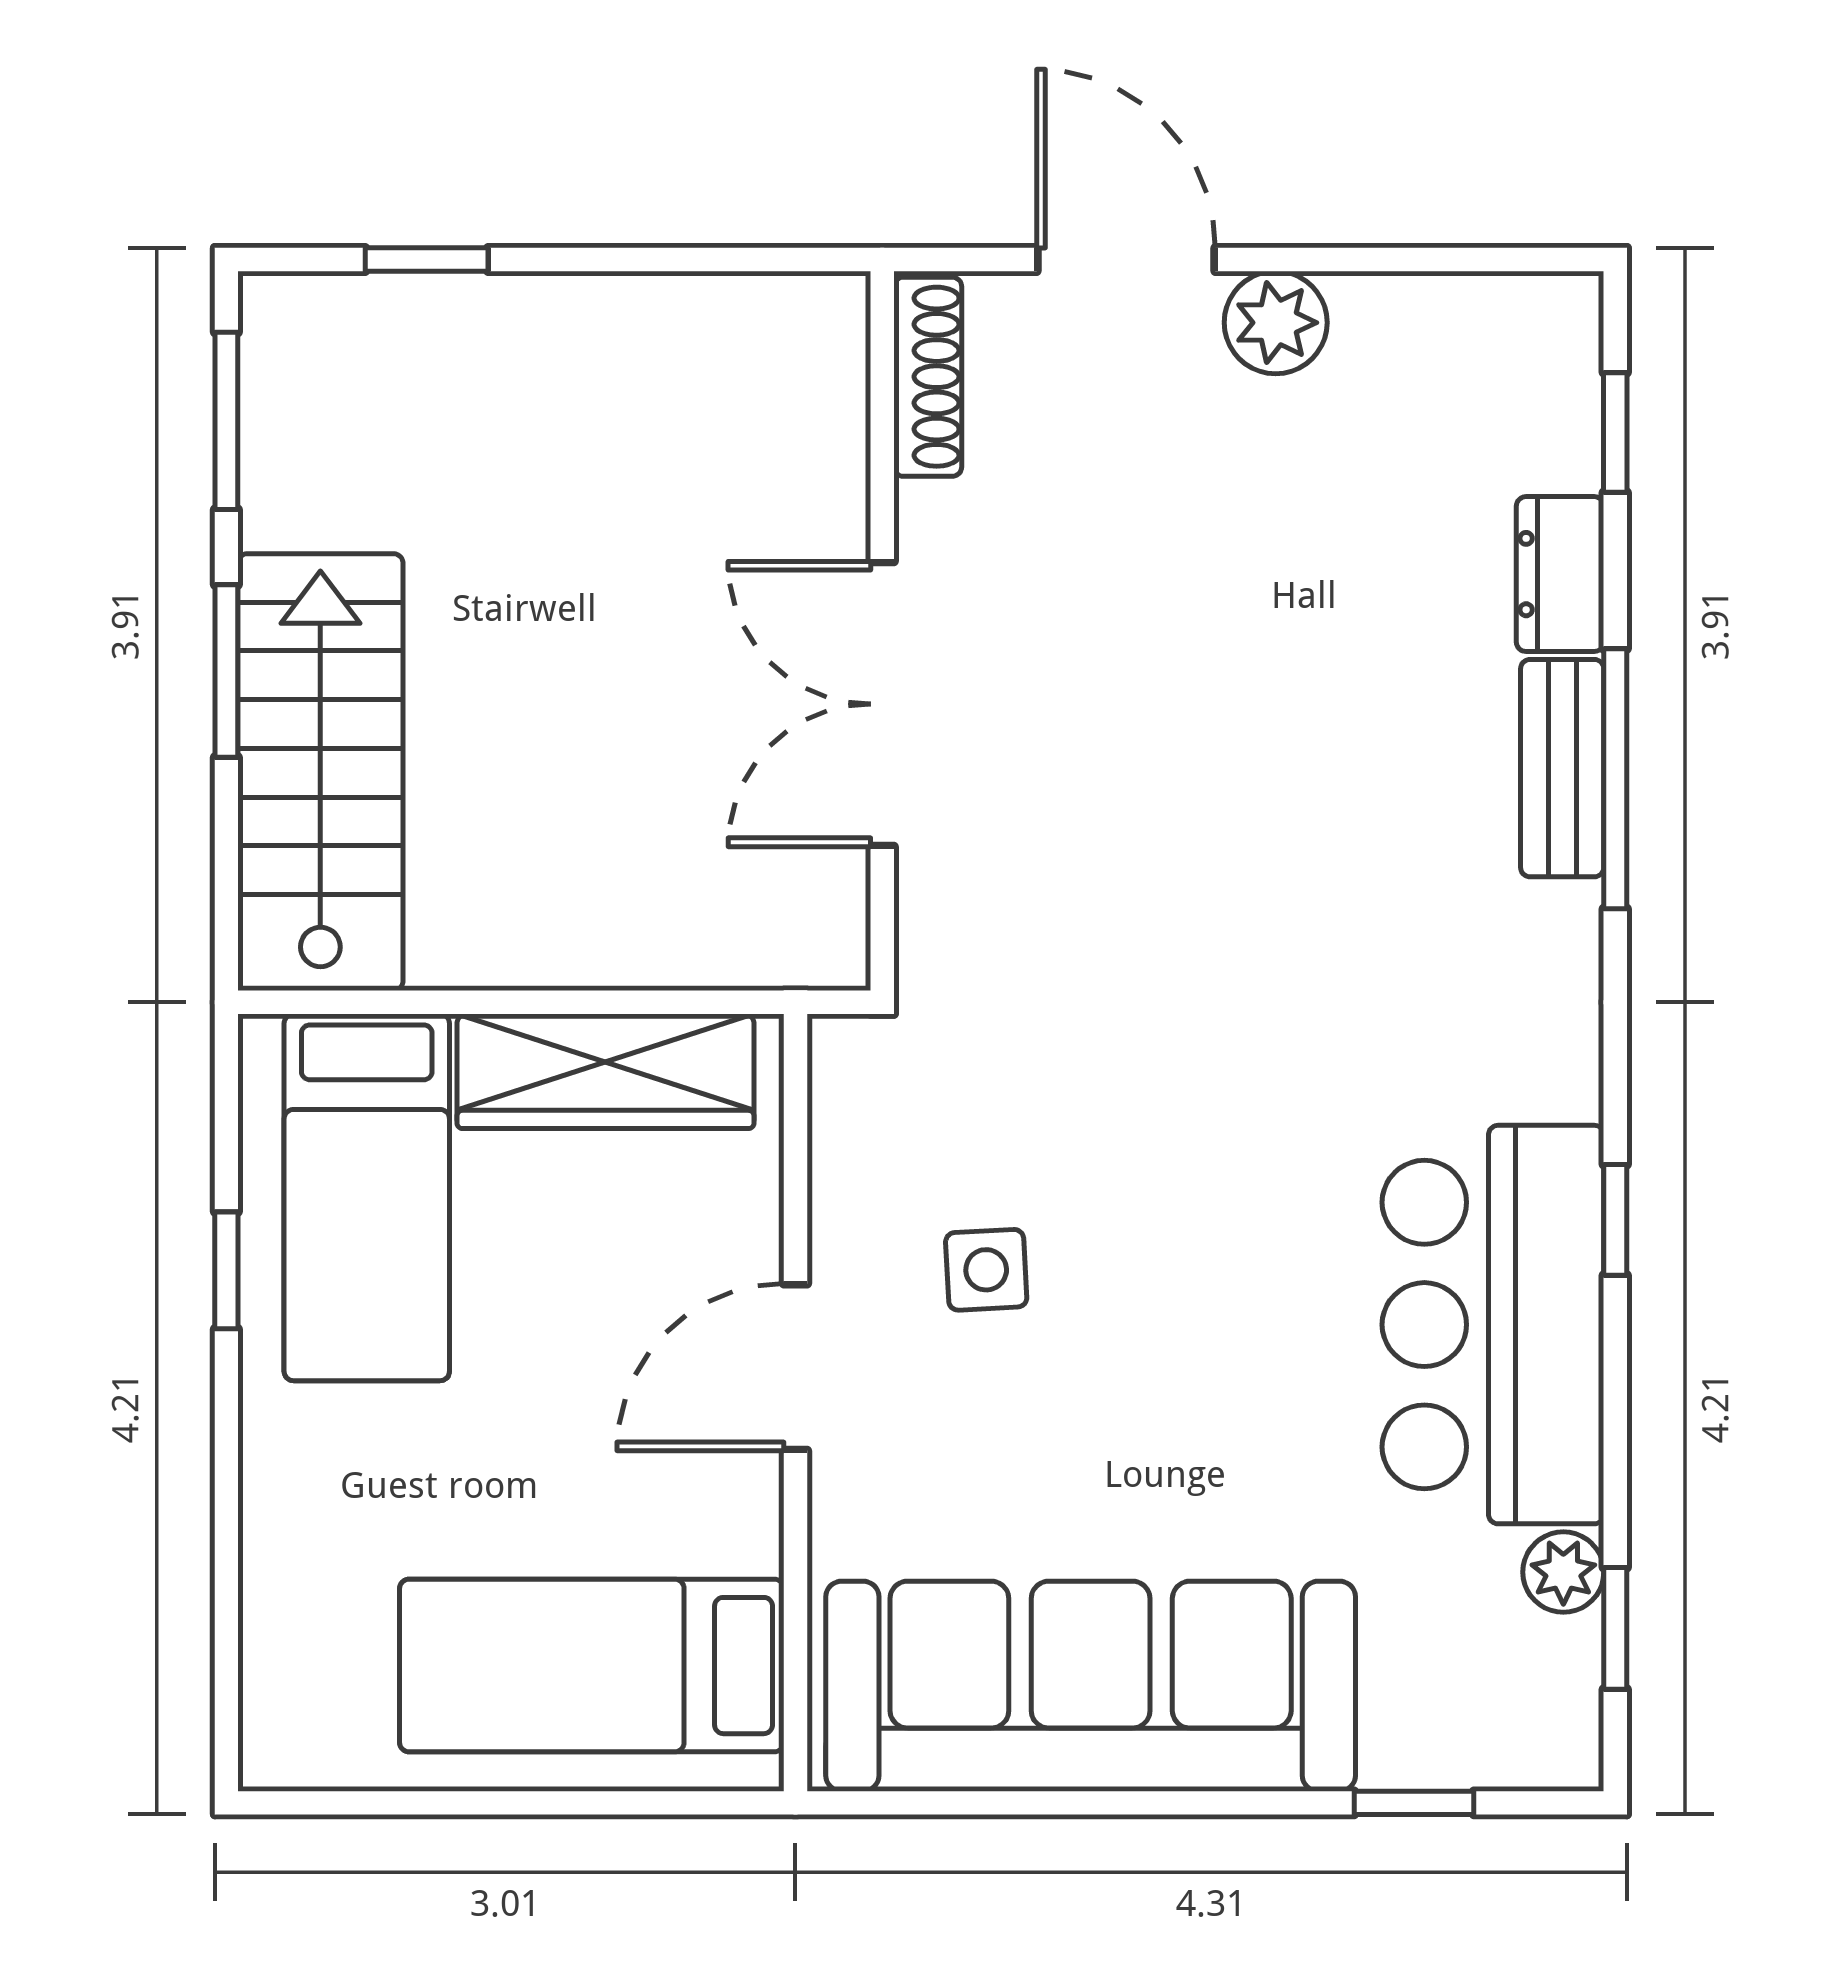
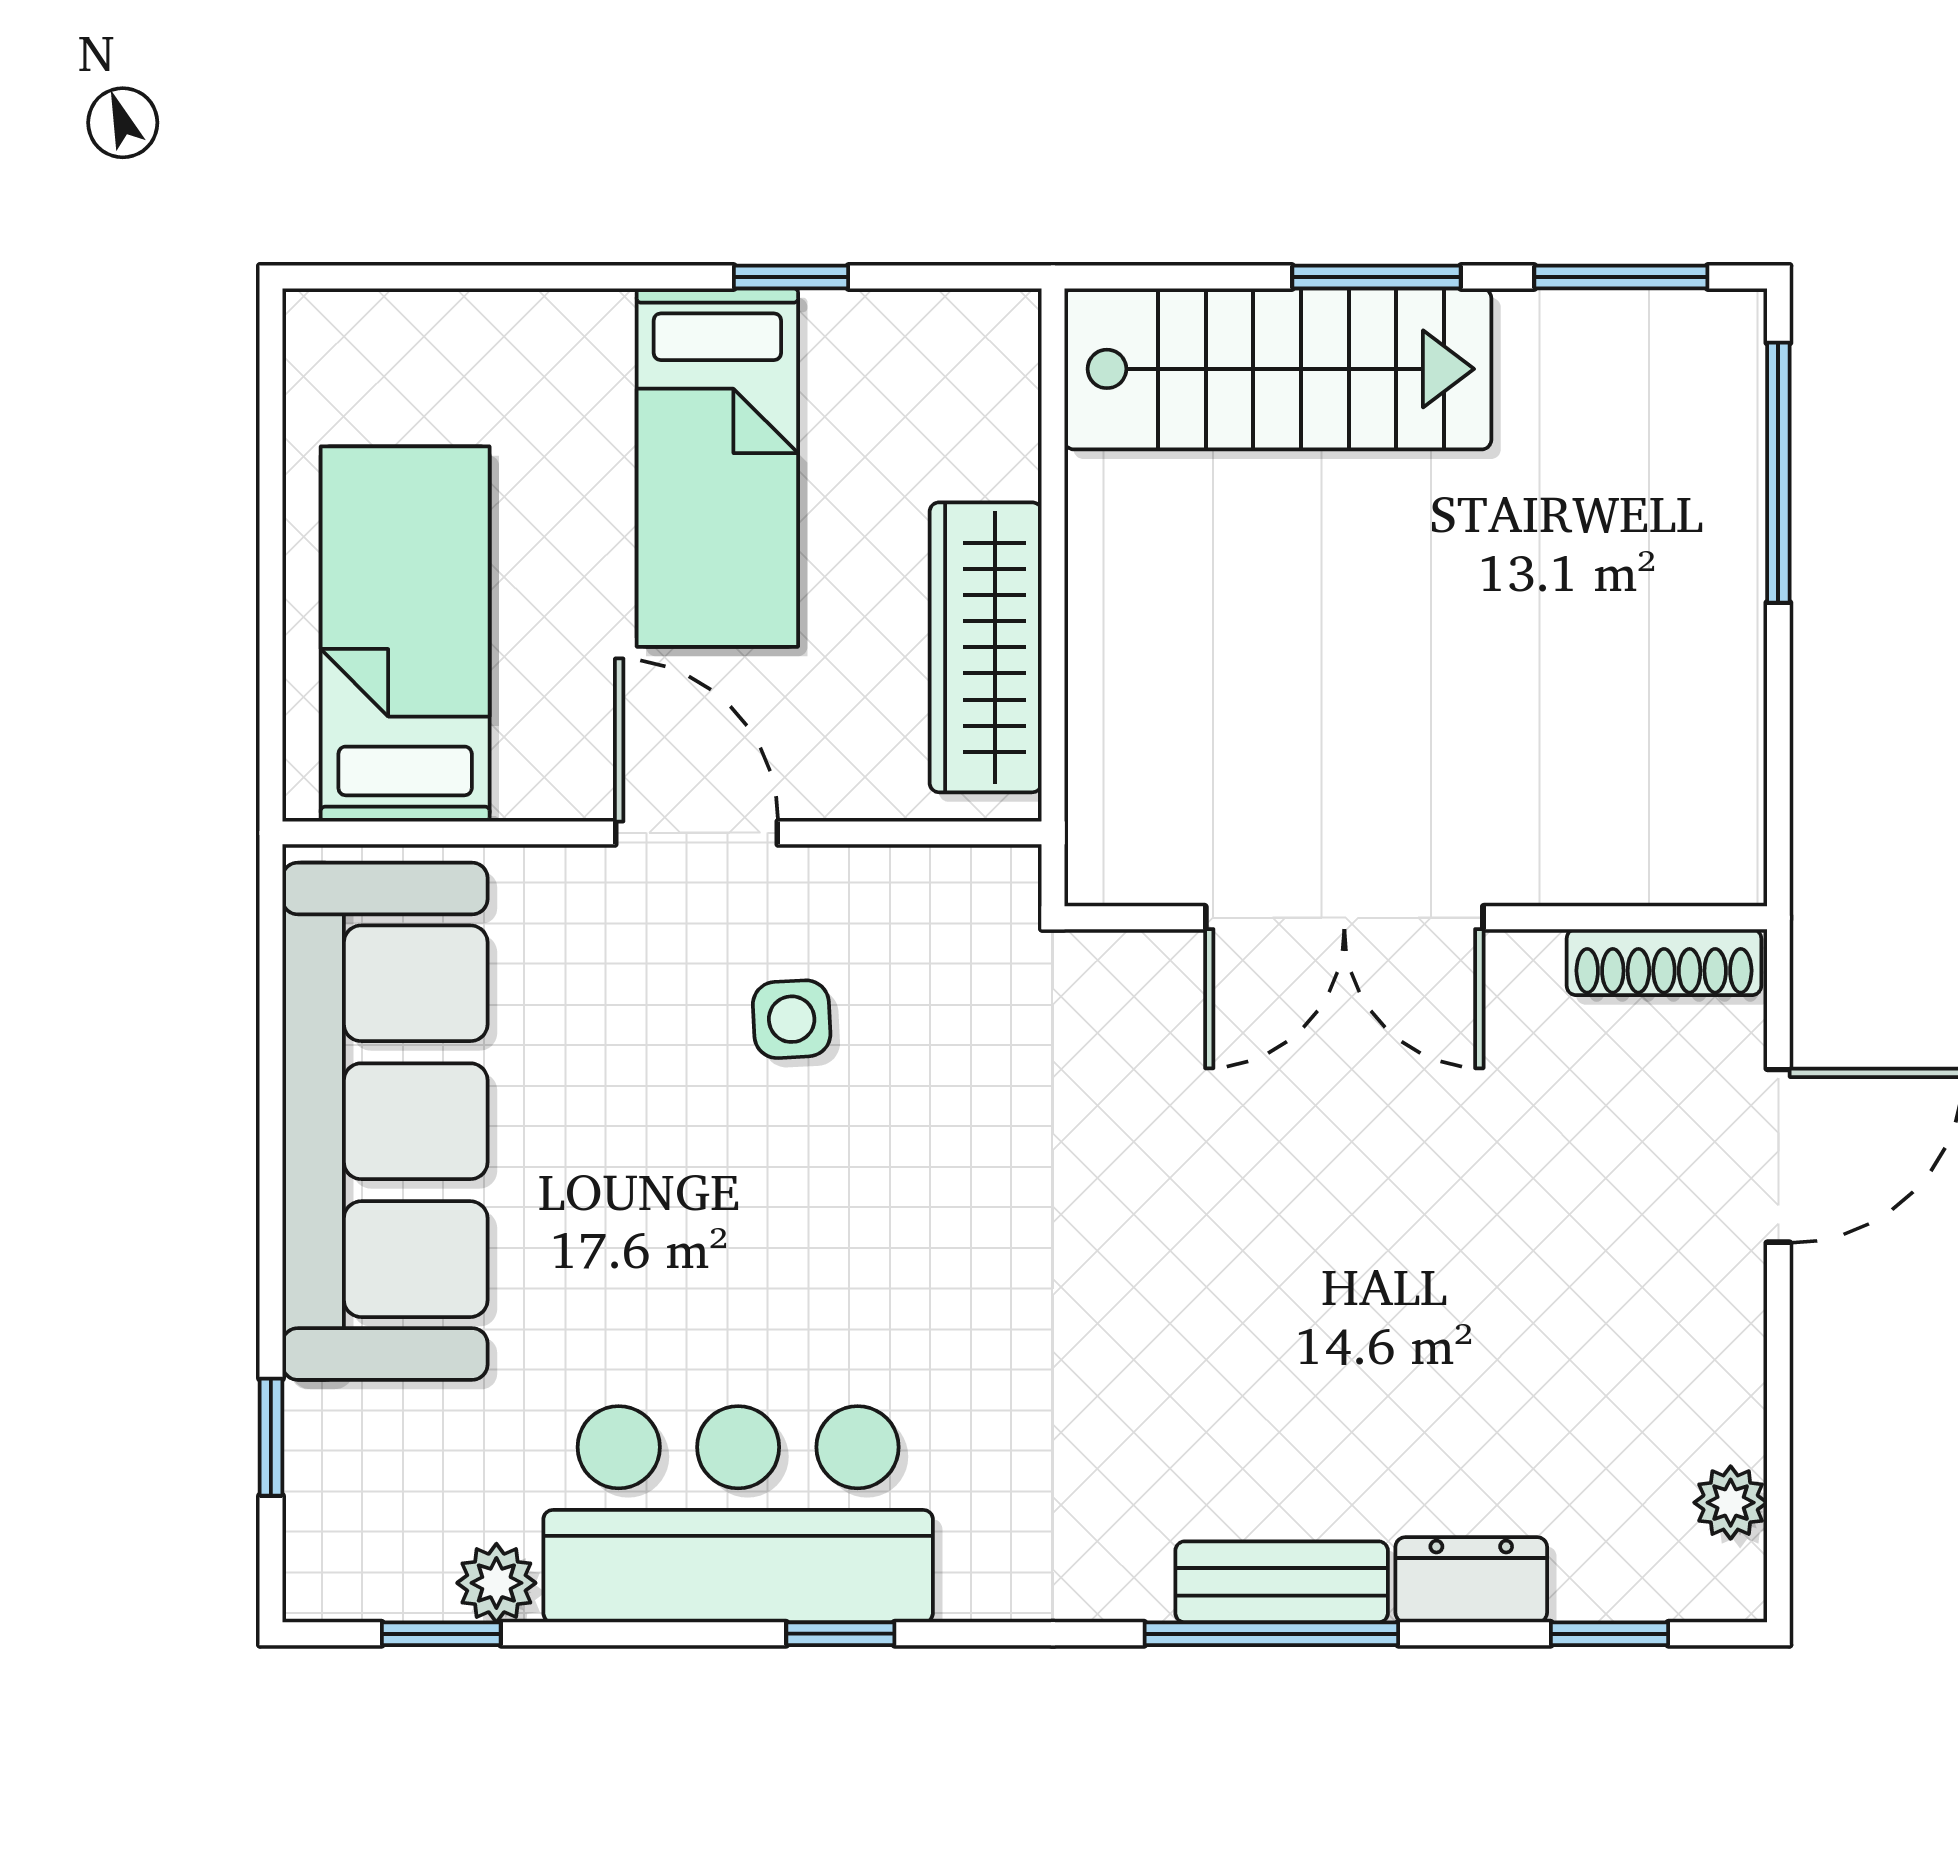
window: (427, 260) -> (1778, 473), width x2.17
plant: (1276, 323) -> (1731, 1503), moved, width x0.73, depth x0.73
double door: (882, 704) -> (1344, 918), swing flipped
bed: (367, 1197) -> (717, 468), moved, turned -90

